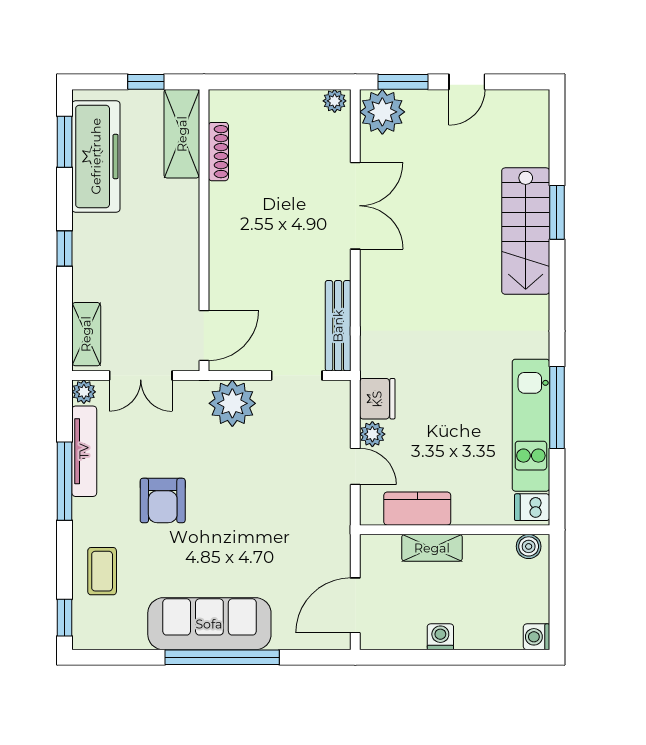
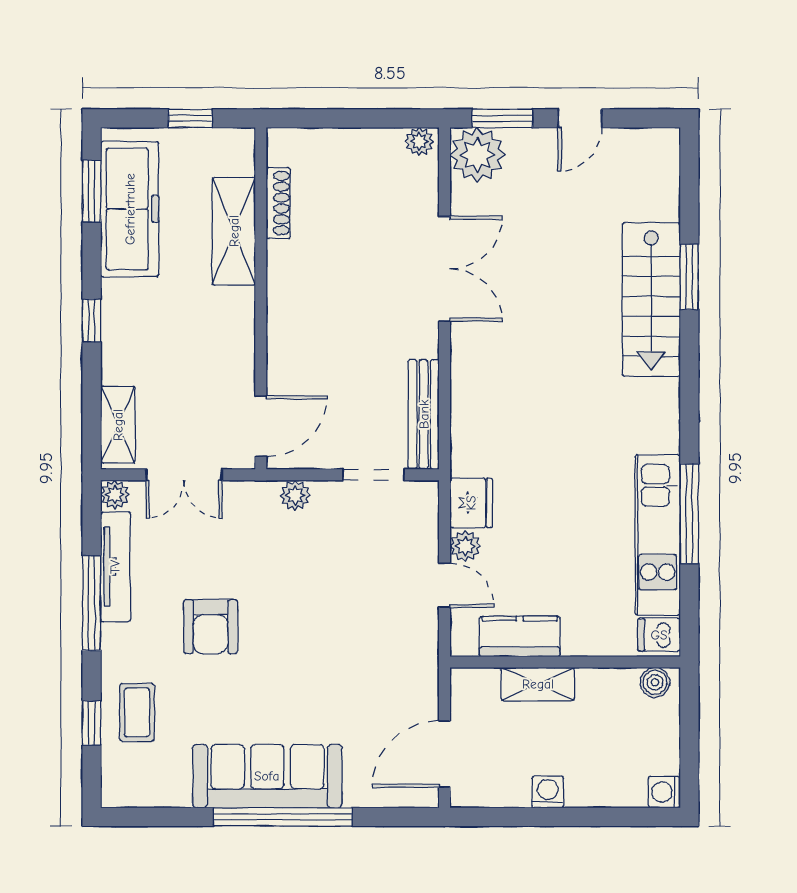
shelving: (182, 134) -> (234, 231), moved
plant: (232, 403) -> (295, 495), width x0.53, depth x0.53
window: (65, 618) -> (92, 723), moved

